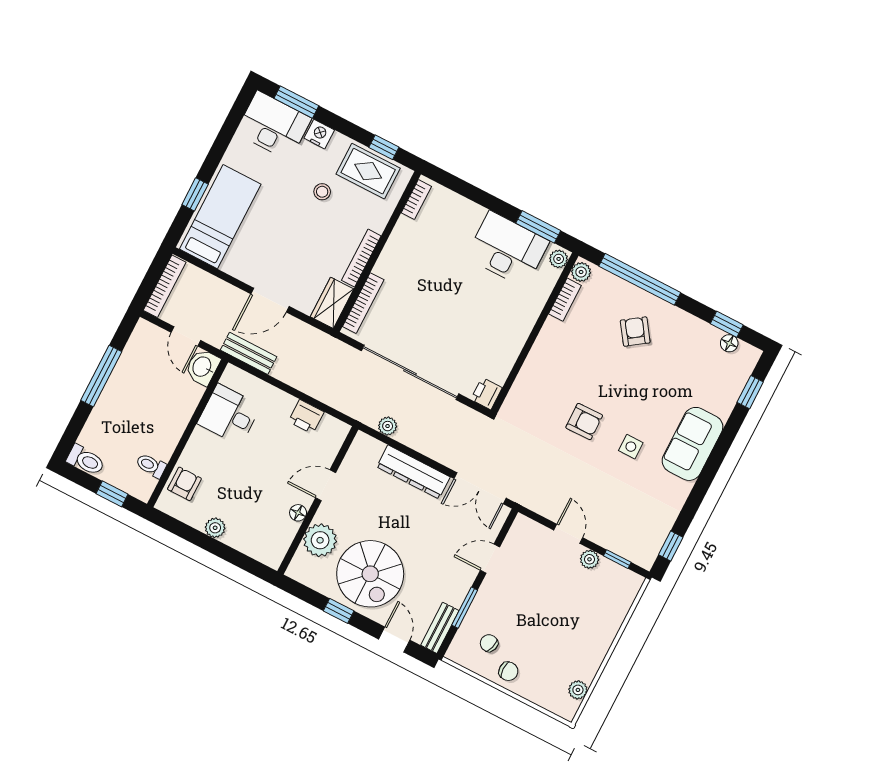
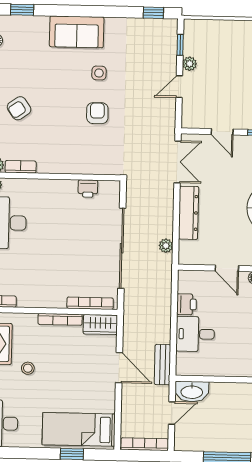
washbasin: (202, 367) -> (192, 392), width x1.38
printer: (486, 394) -> (88, 189), moved
desk: (229, 415) -> (195, 334), moved, turned 90

